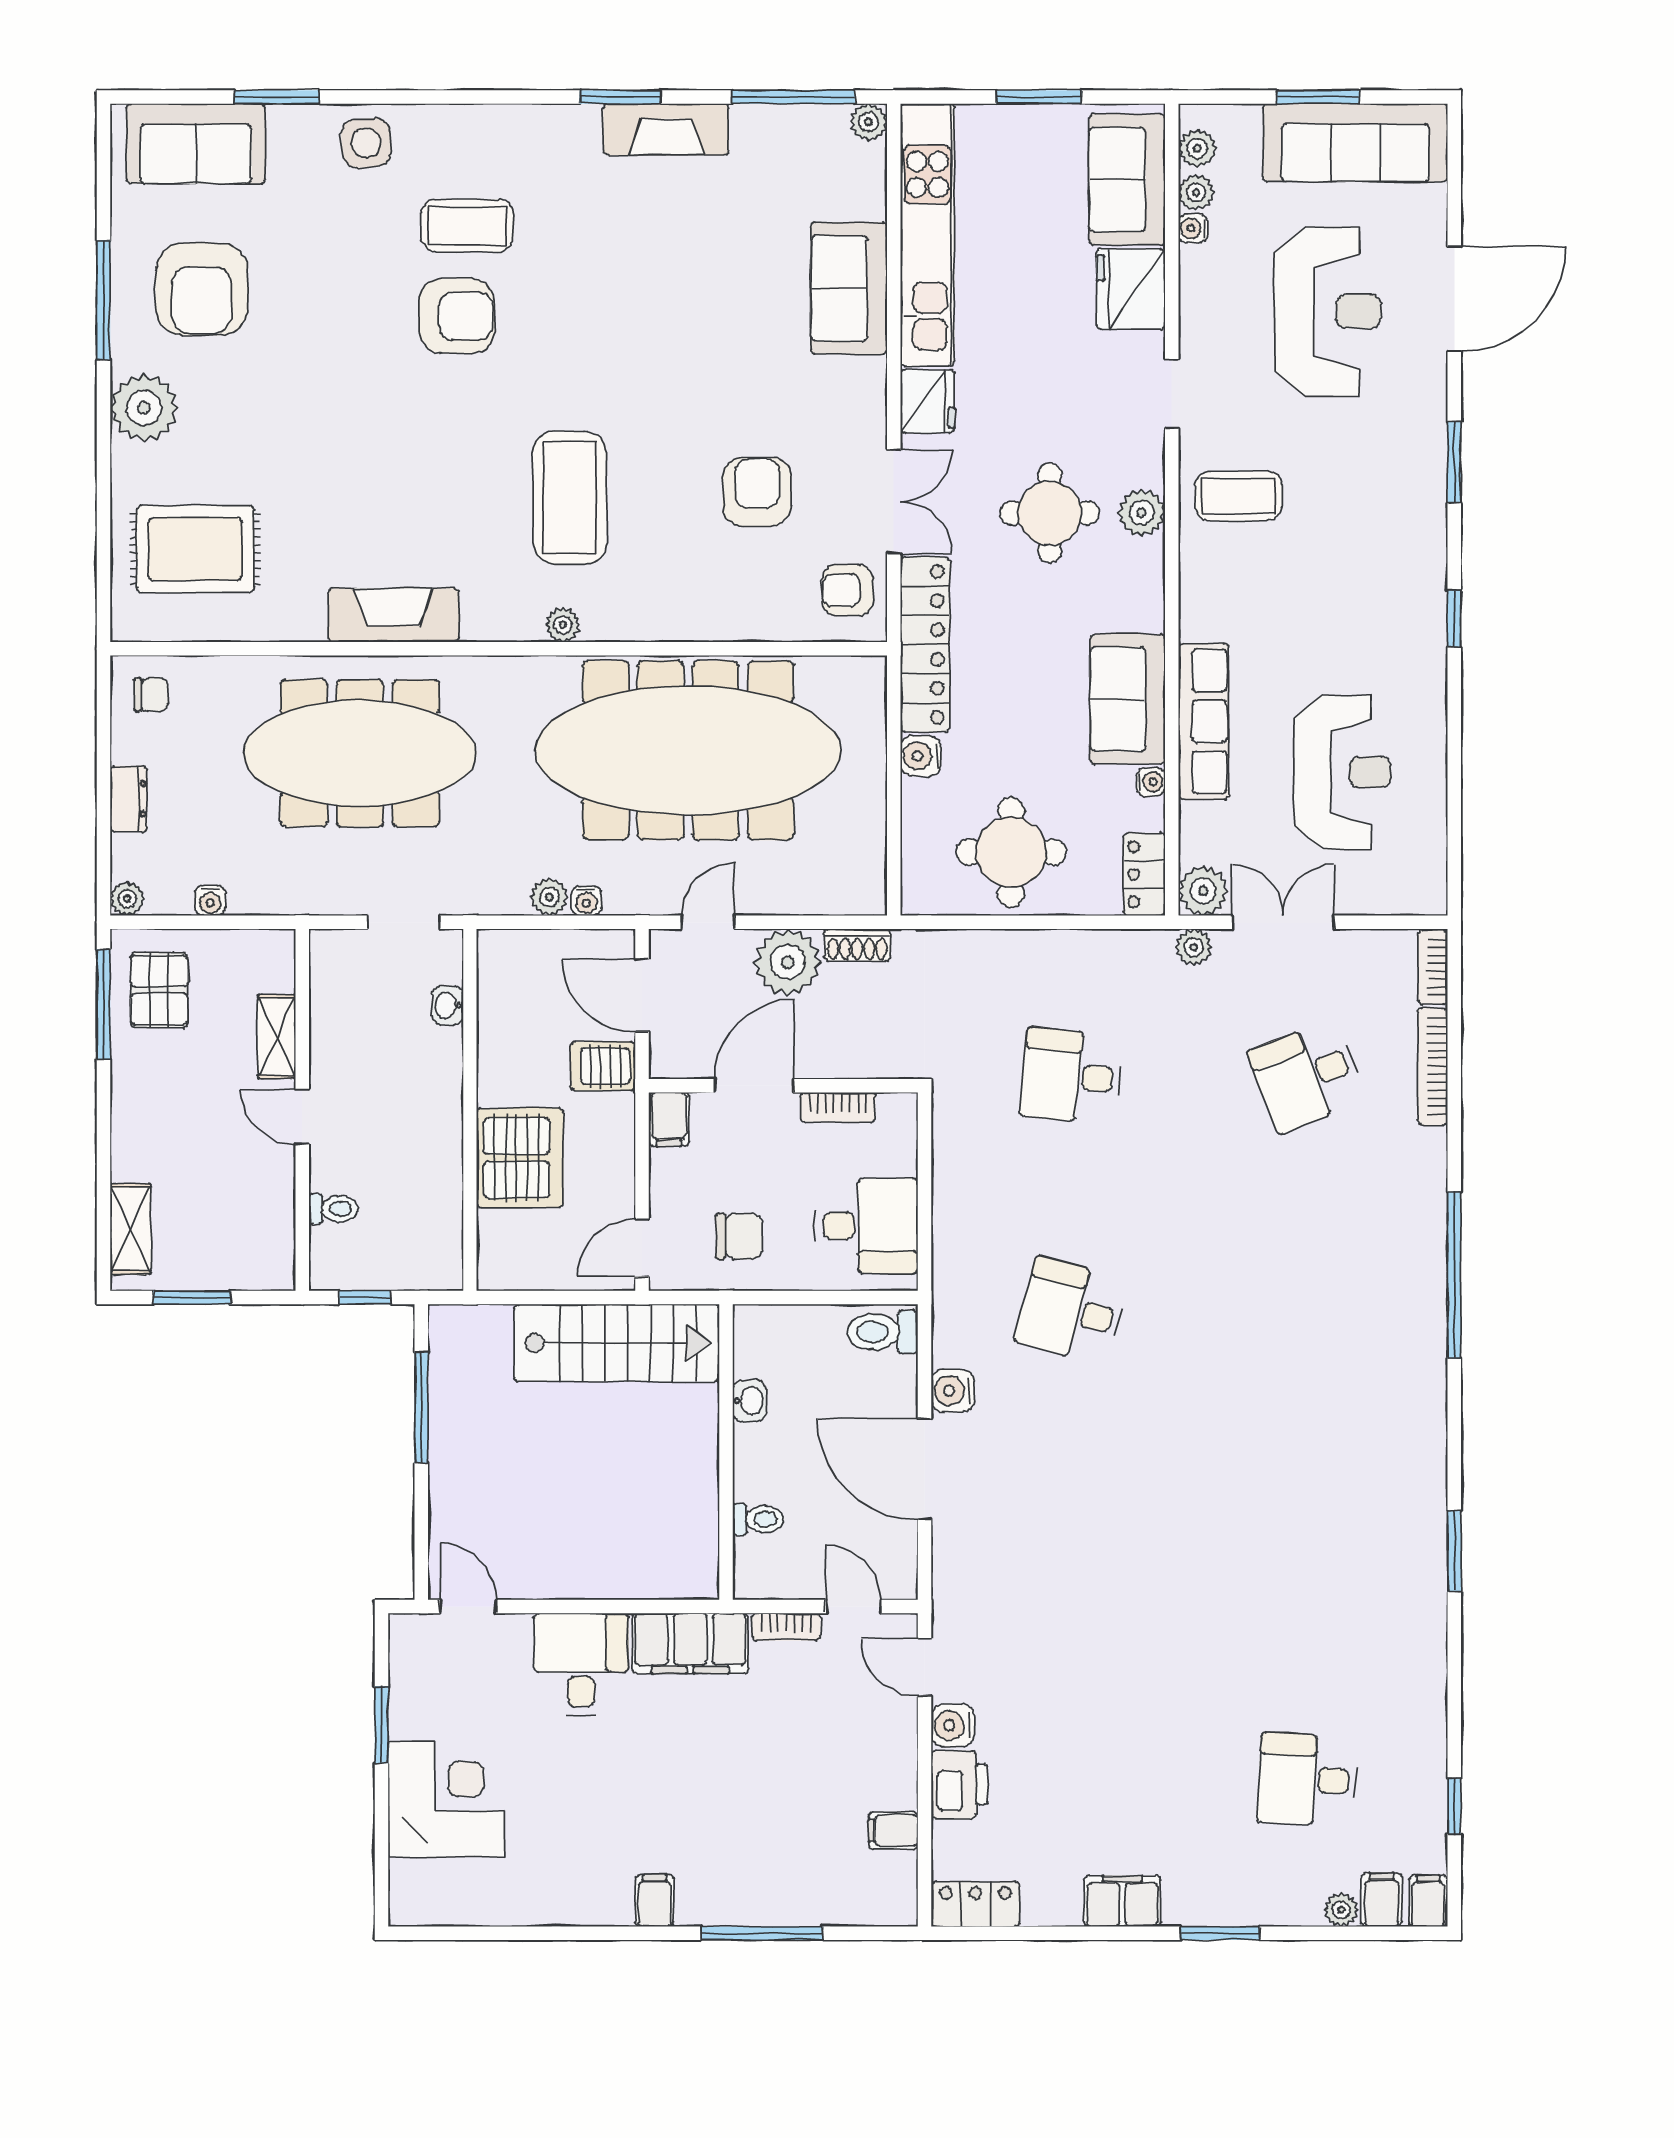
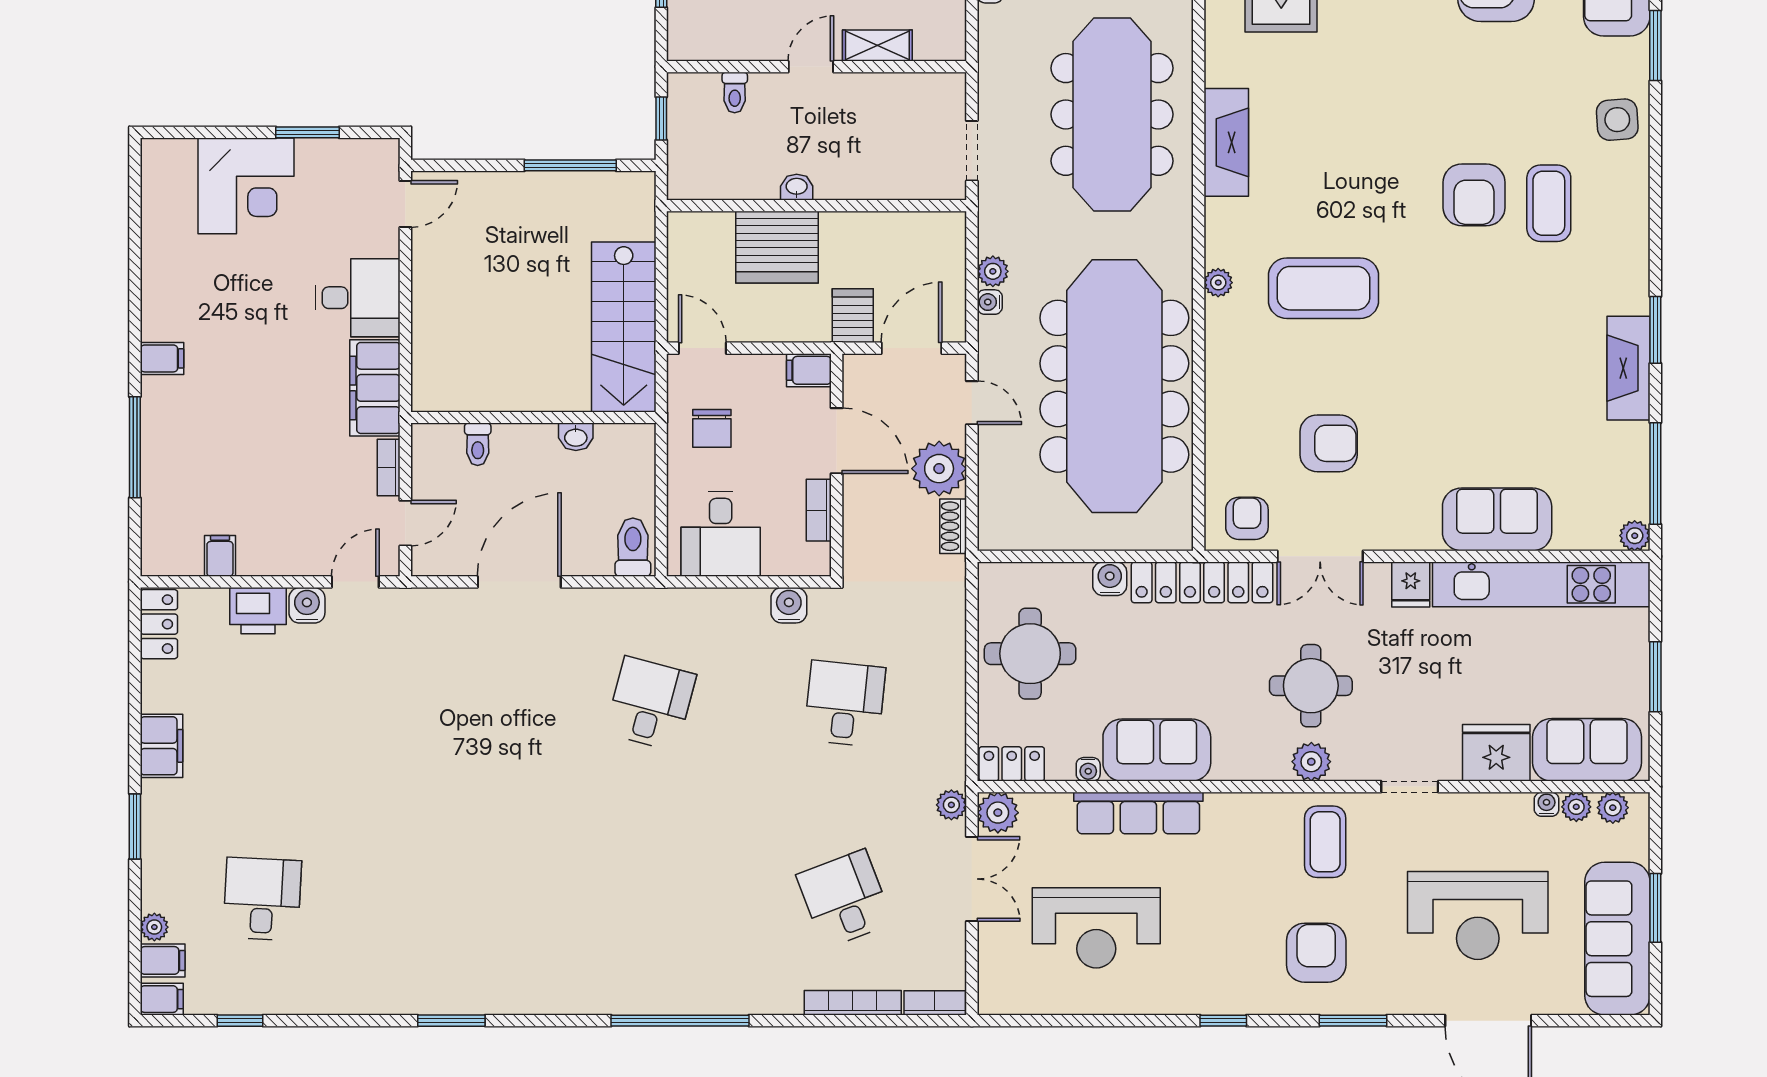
fridge: (928, 401) -> (1411, 584), width x0.72
armchair: (1372, 507) -> (1316, 953), added
washbasin: (448, 1005) -> (797, 187), moved
water cooler: (953, 1391) -> (789, 605), moved

